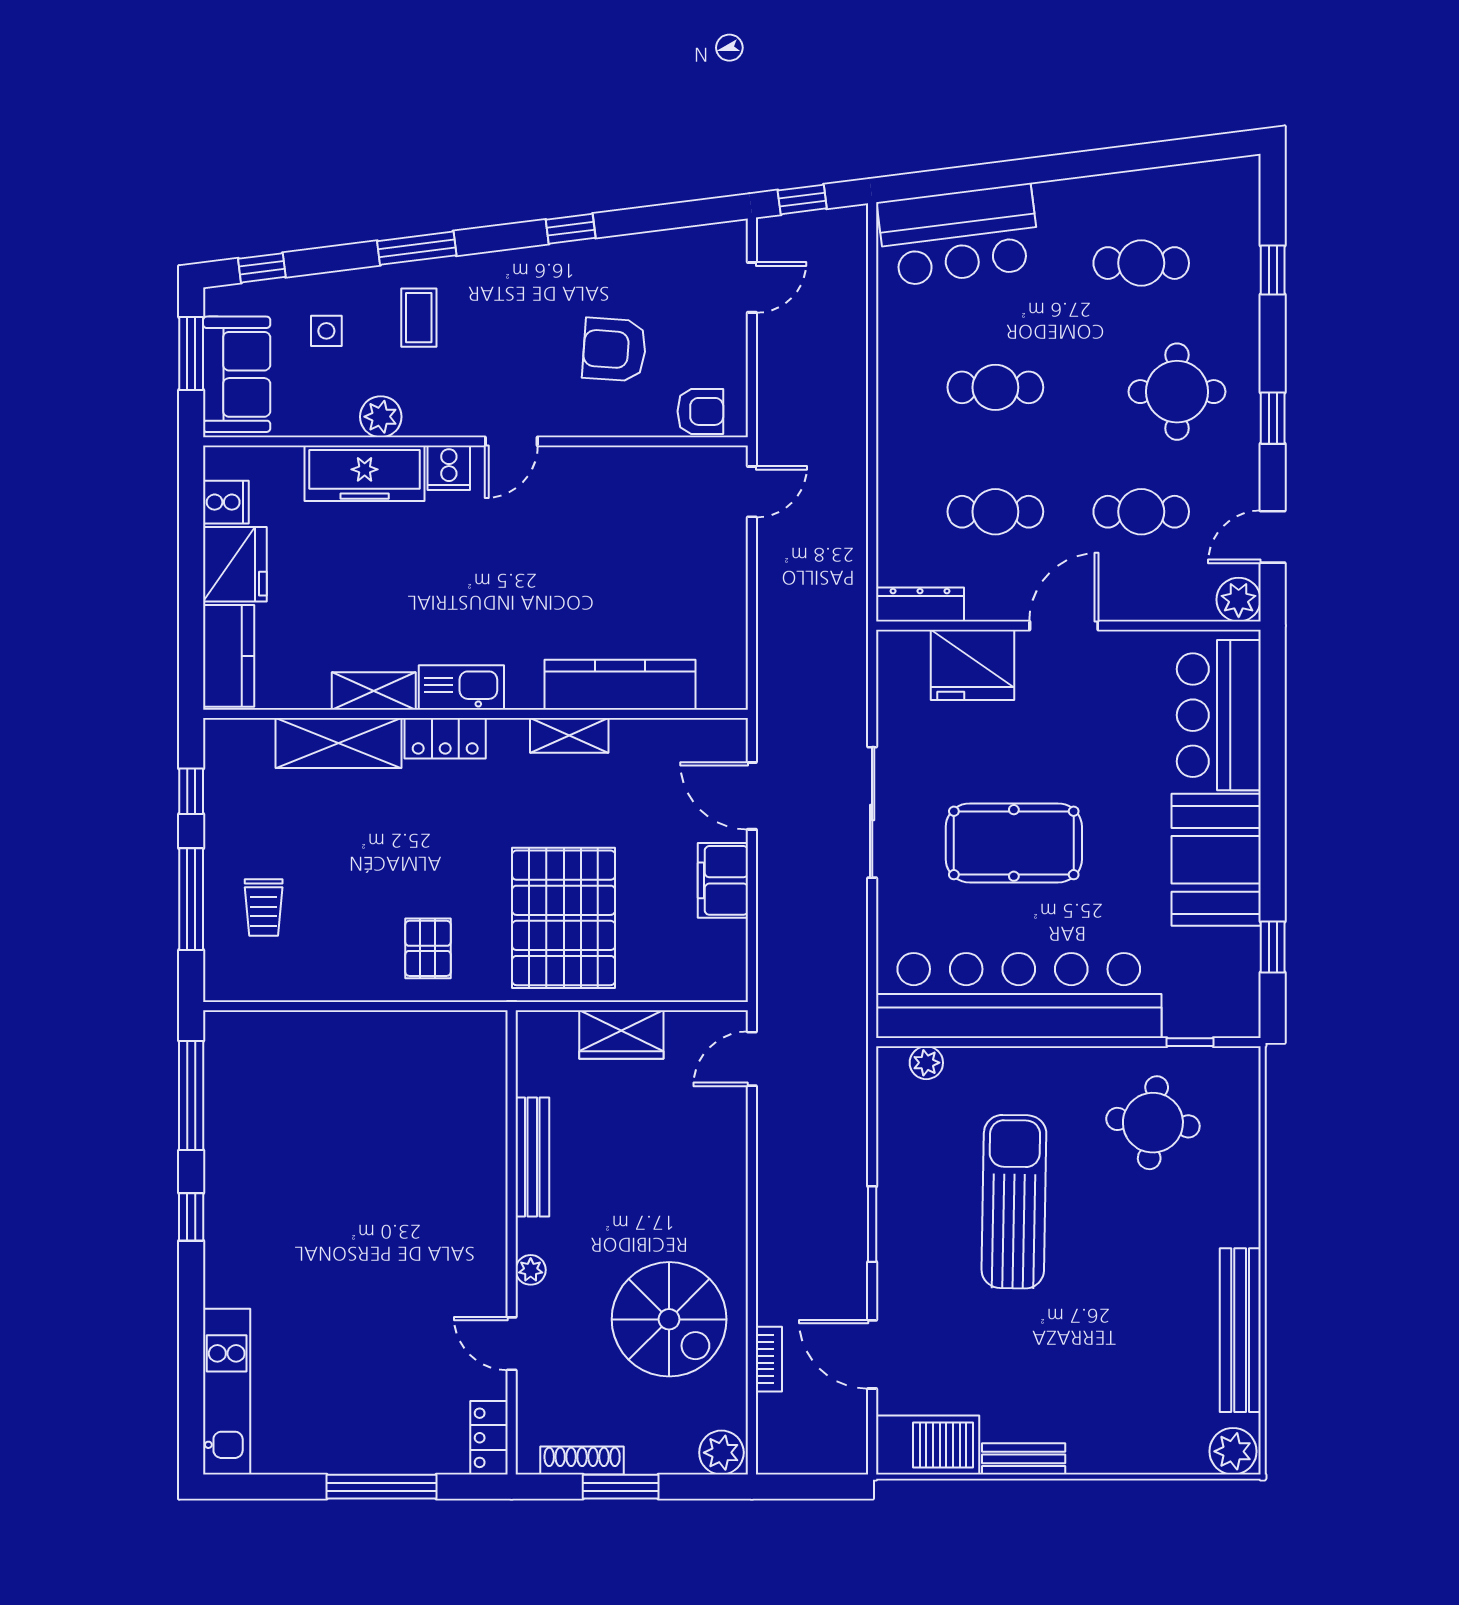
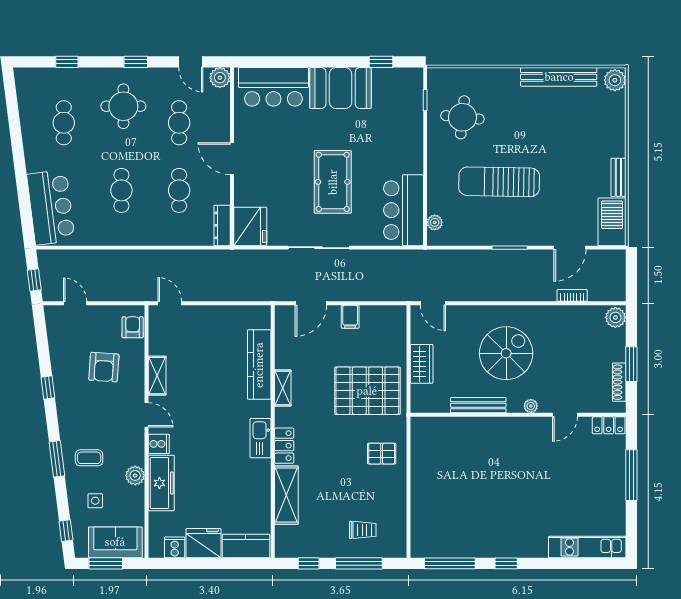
fridge: (972, 665) -> (250, 226), moved
shelving: (374, 691) -> (157, 376), moved
filing cabinet: (723, 880) -> (350, 317), width x0.50
bar counter: (1019, 996) -> (403, 210), width x0.54
spiral stairs: (669, 1319) -> (506, 353), moved

